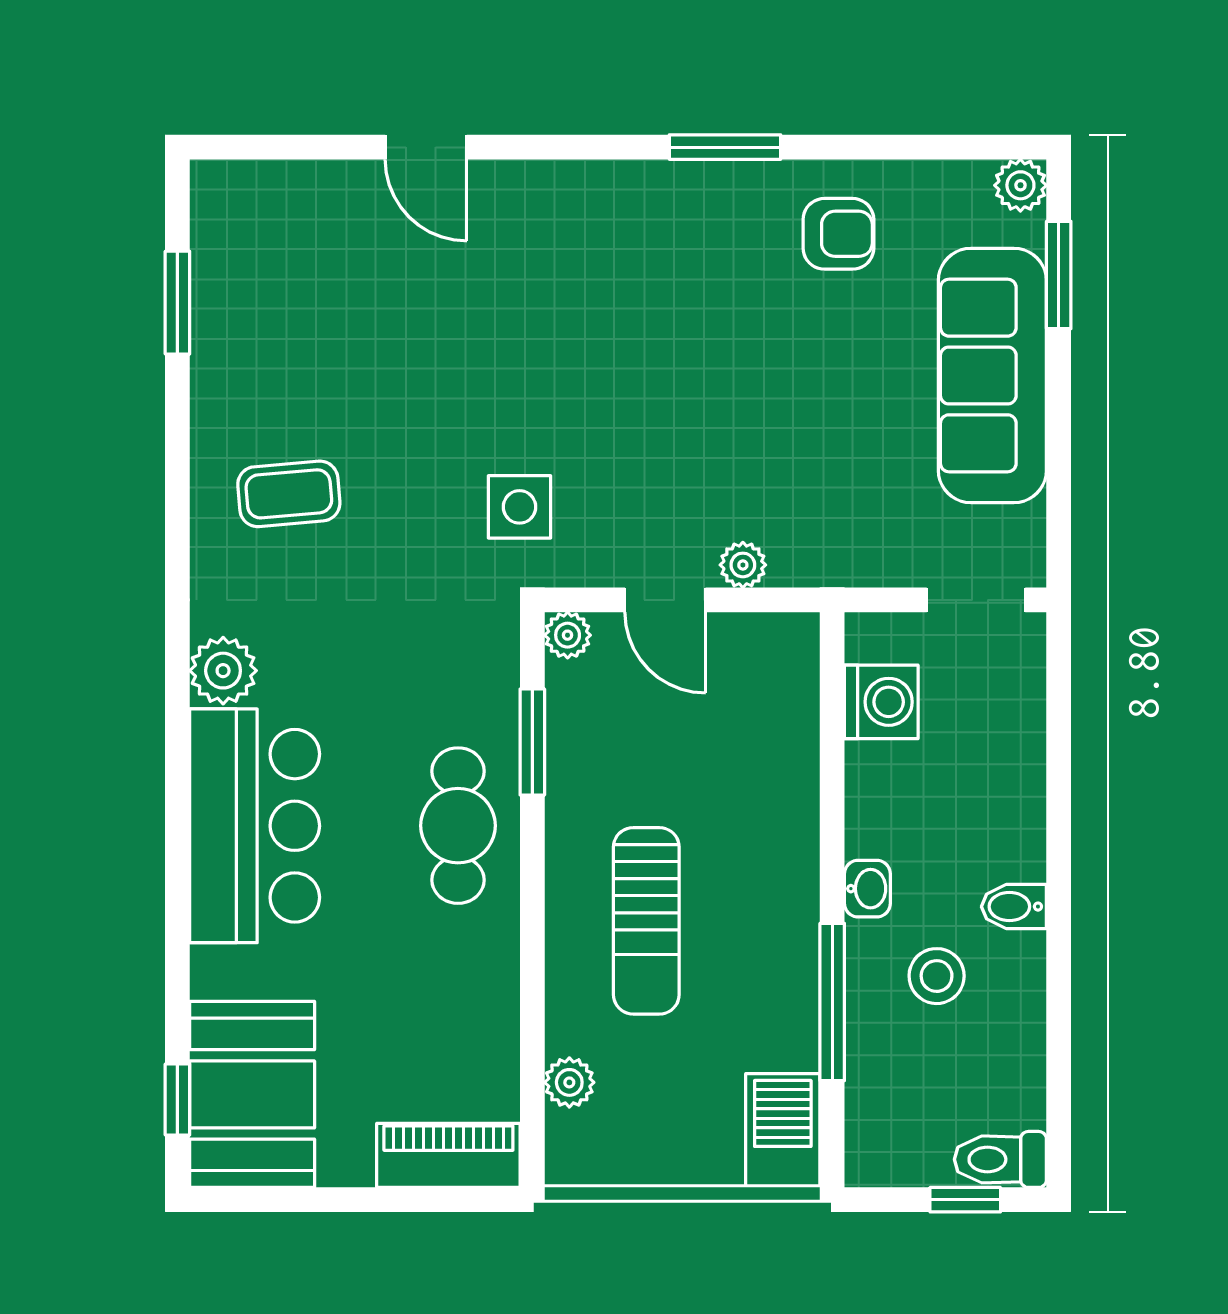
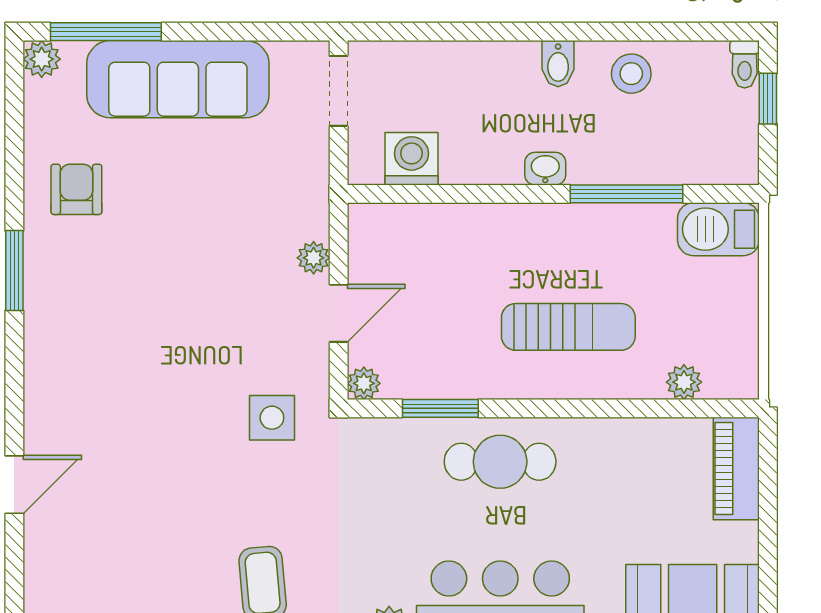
window: (1059, 275) -> (106, 32), width x1.44
stool: (937, 976) -> (631, 74), moved
toilet: (1000, 1159) -> (745, 64), width x0.73, depth x0.72

